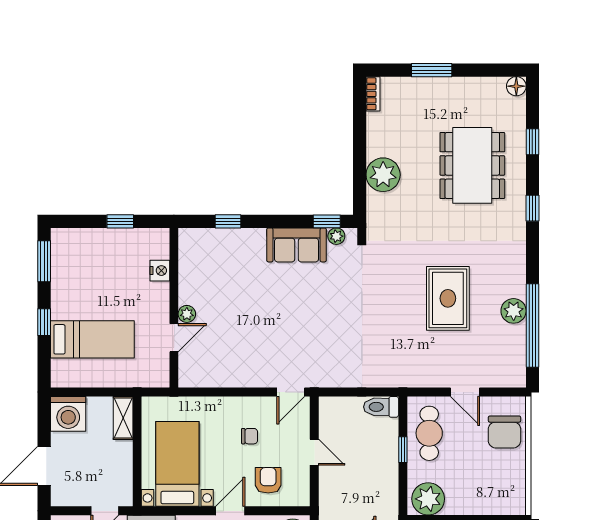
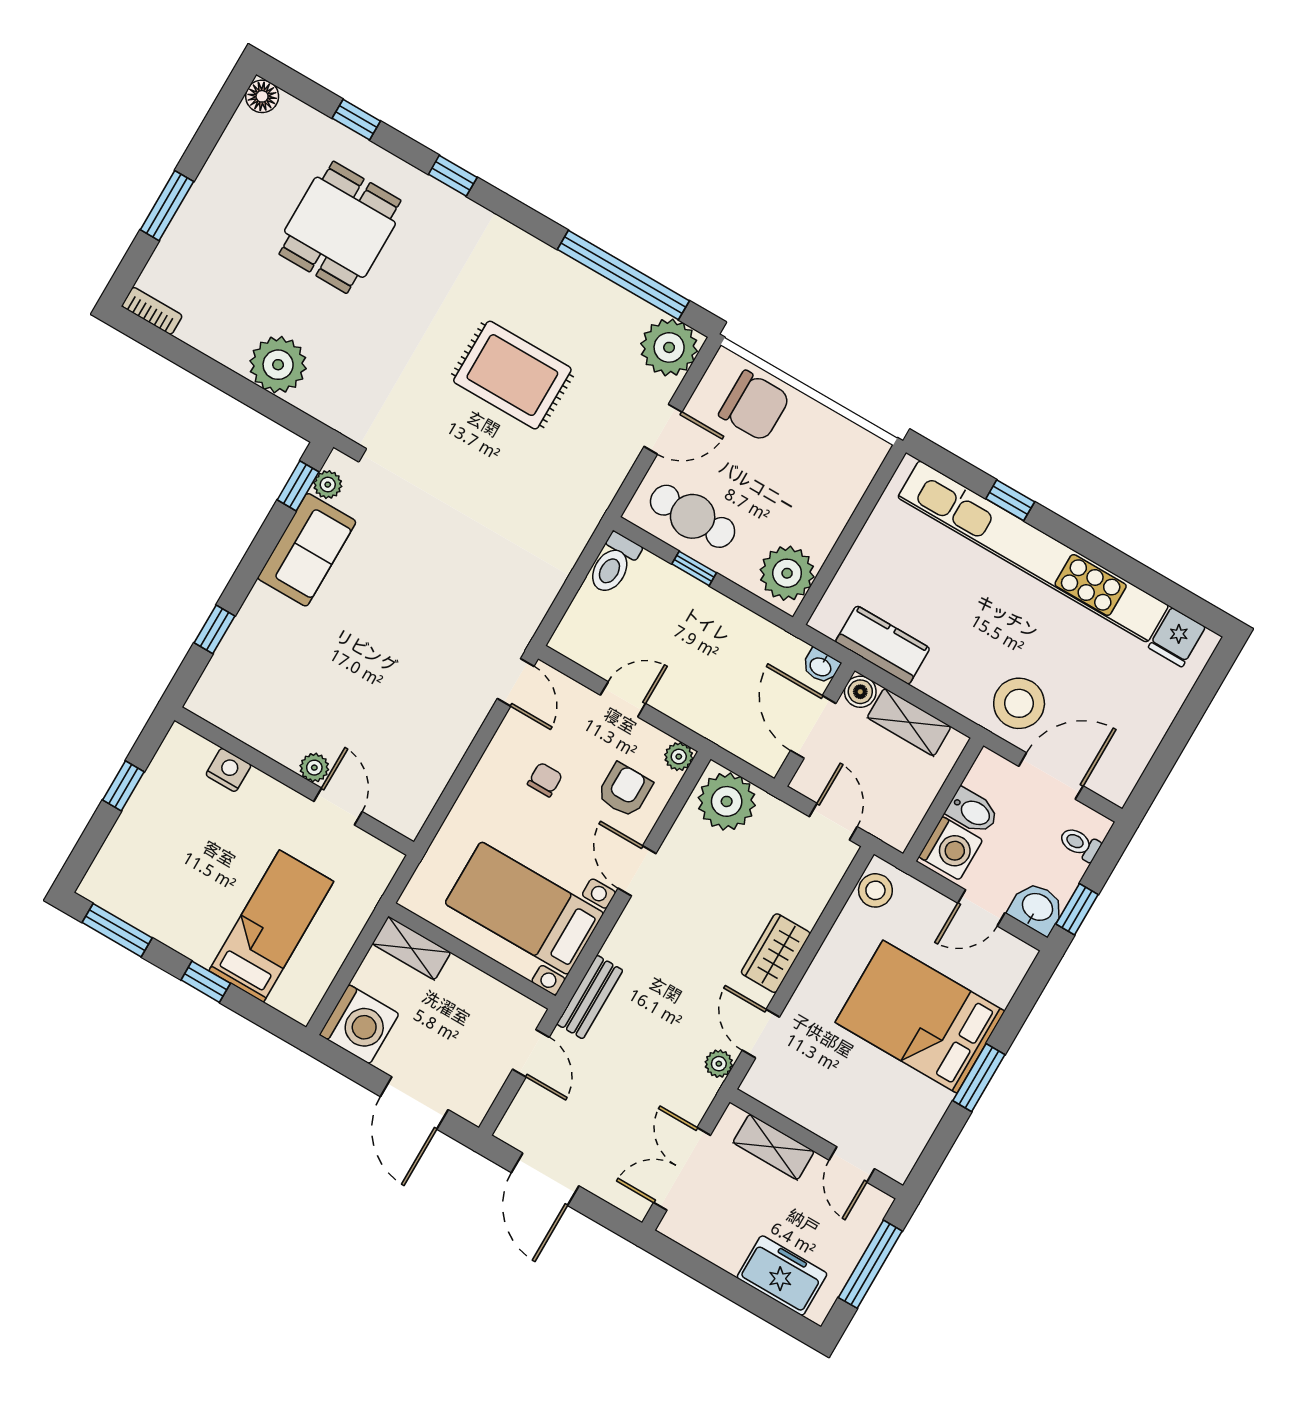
dining table: (472, 165) -> (340, 227), width x0.73
plant: (514, 311) -> (669, 347), moved, width x1.36, depth x1.36
armchair: (268, 480) -> (625, 790), turned 90
plant: (302, 498) -> (679, 757), added

